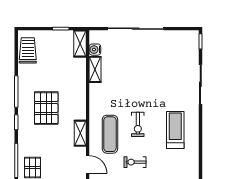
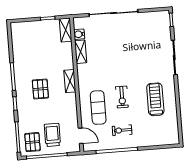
trolley: (28, 50) -> (52, 135), moved
pallet: (46, 108) -> (40, 89), width x0.67, depth x0.71
shelving: (80, 133) -> (70, 81), moved

